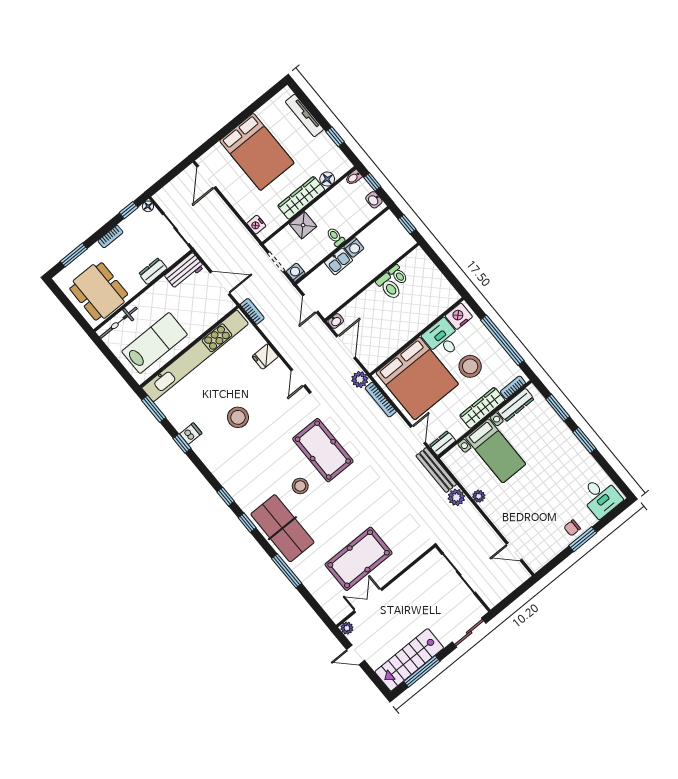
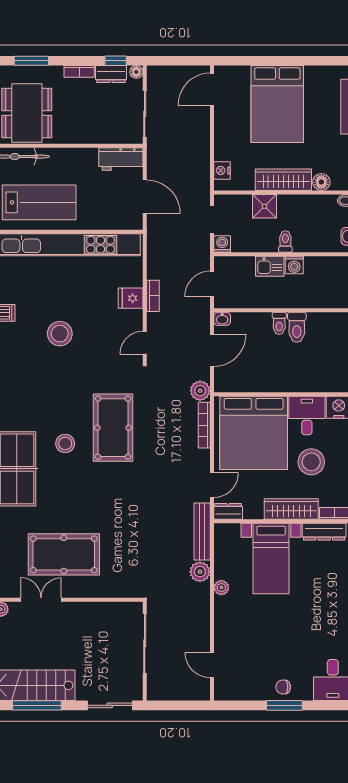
dresser: (153, 271) -> (111, 74), moved, turned 180
toilet: (398, 275) -> (279, 323), moved
bookcase: (252, 311) -> (153, 296), moved

